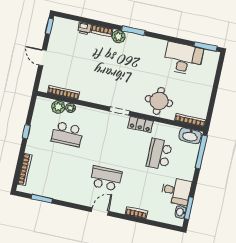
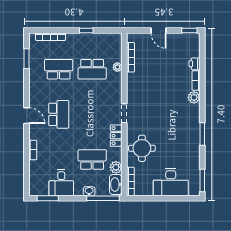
window: (133, 31) -> (202, 134), moved
door: (42, 58) -> (159, 31), swing flipped
desk: (183, 59) -> (171, 182), moved, turned 90
plant: (58, 107) -> (116, 167), moved
school desk: (67, 134) -> (92, 69), turned -90
school desk: (60, 168) -> (59, 69), added
washbasin: (181, 212) -> (89, 191), moved

